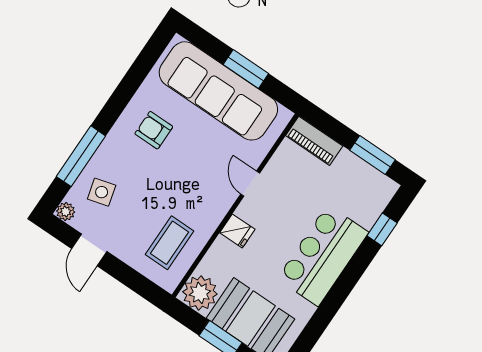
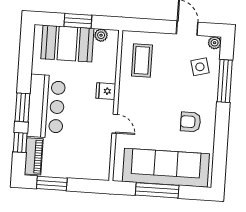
window: (246, 69) -> (157, 190), width x1.44
armchair: (154, 130) -> (191, 122), turned 180
piano: (314, 141) -> (34, 156), moved, turned 90
window: (353, 272) -> (22, 107), added
plant: (200, 293) -> (101, 35), width x0.53, depth x0.53

